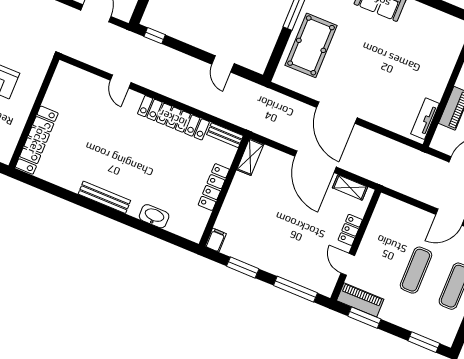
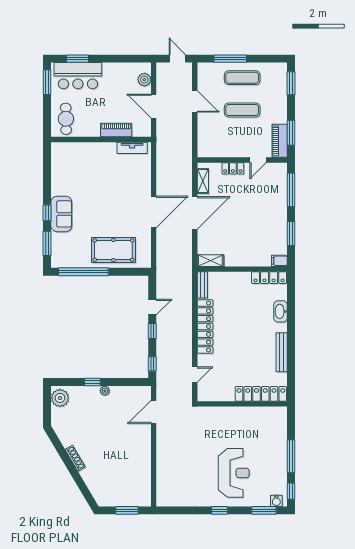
window: (194, 52) -> (152, 331), added
wall: (34, 113) -> (242, 404), moved
locker: (37, 140) -> (261, 394), moved
locker: (214, 187) -> (269, 278), moved

